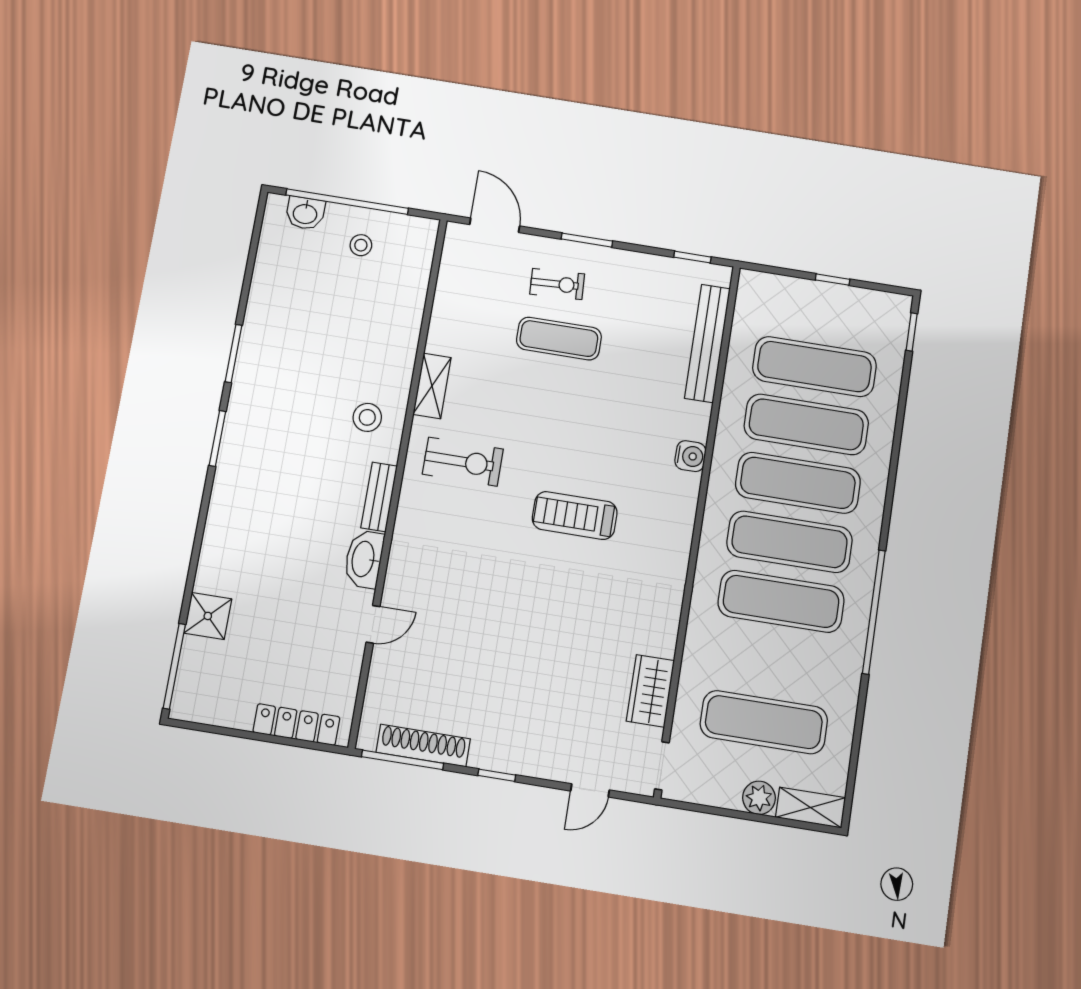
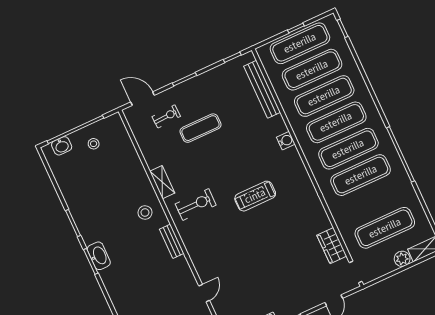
exercise bike: (557, 284) -> (166, 116), moved
exercise mat: (823, 309) -> (300, 43), added
washbasin: (364, 559) -> (99, 256), moved, turned 180

